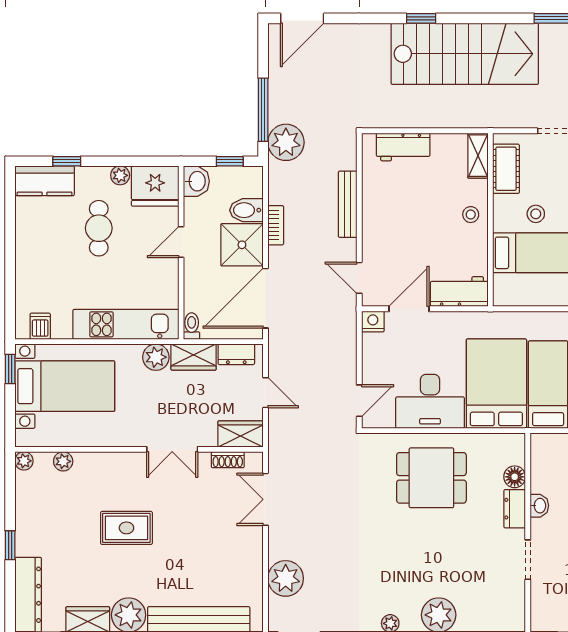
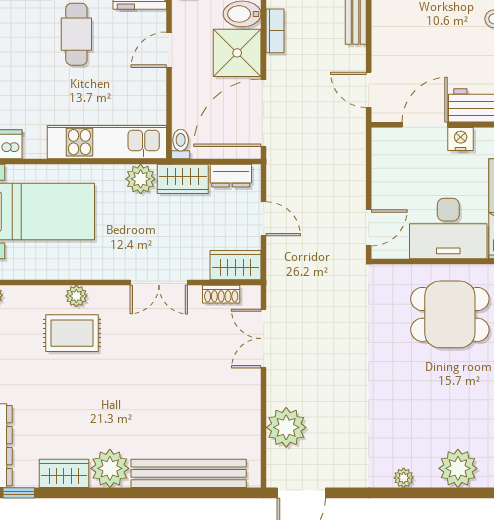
nightstand: (373, 322) -> (461, 139), moved
plant: (63, 461) -> (76, 296), moved
rug: (126, 528) -> (72, 333), moved

